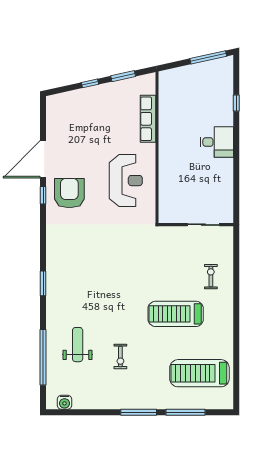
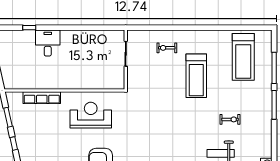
desk: (217, 142) -> (48, 43), moved

